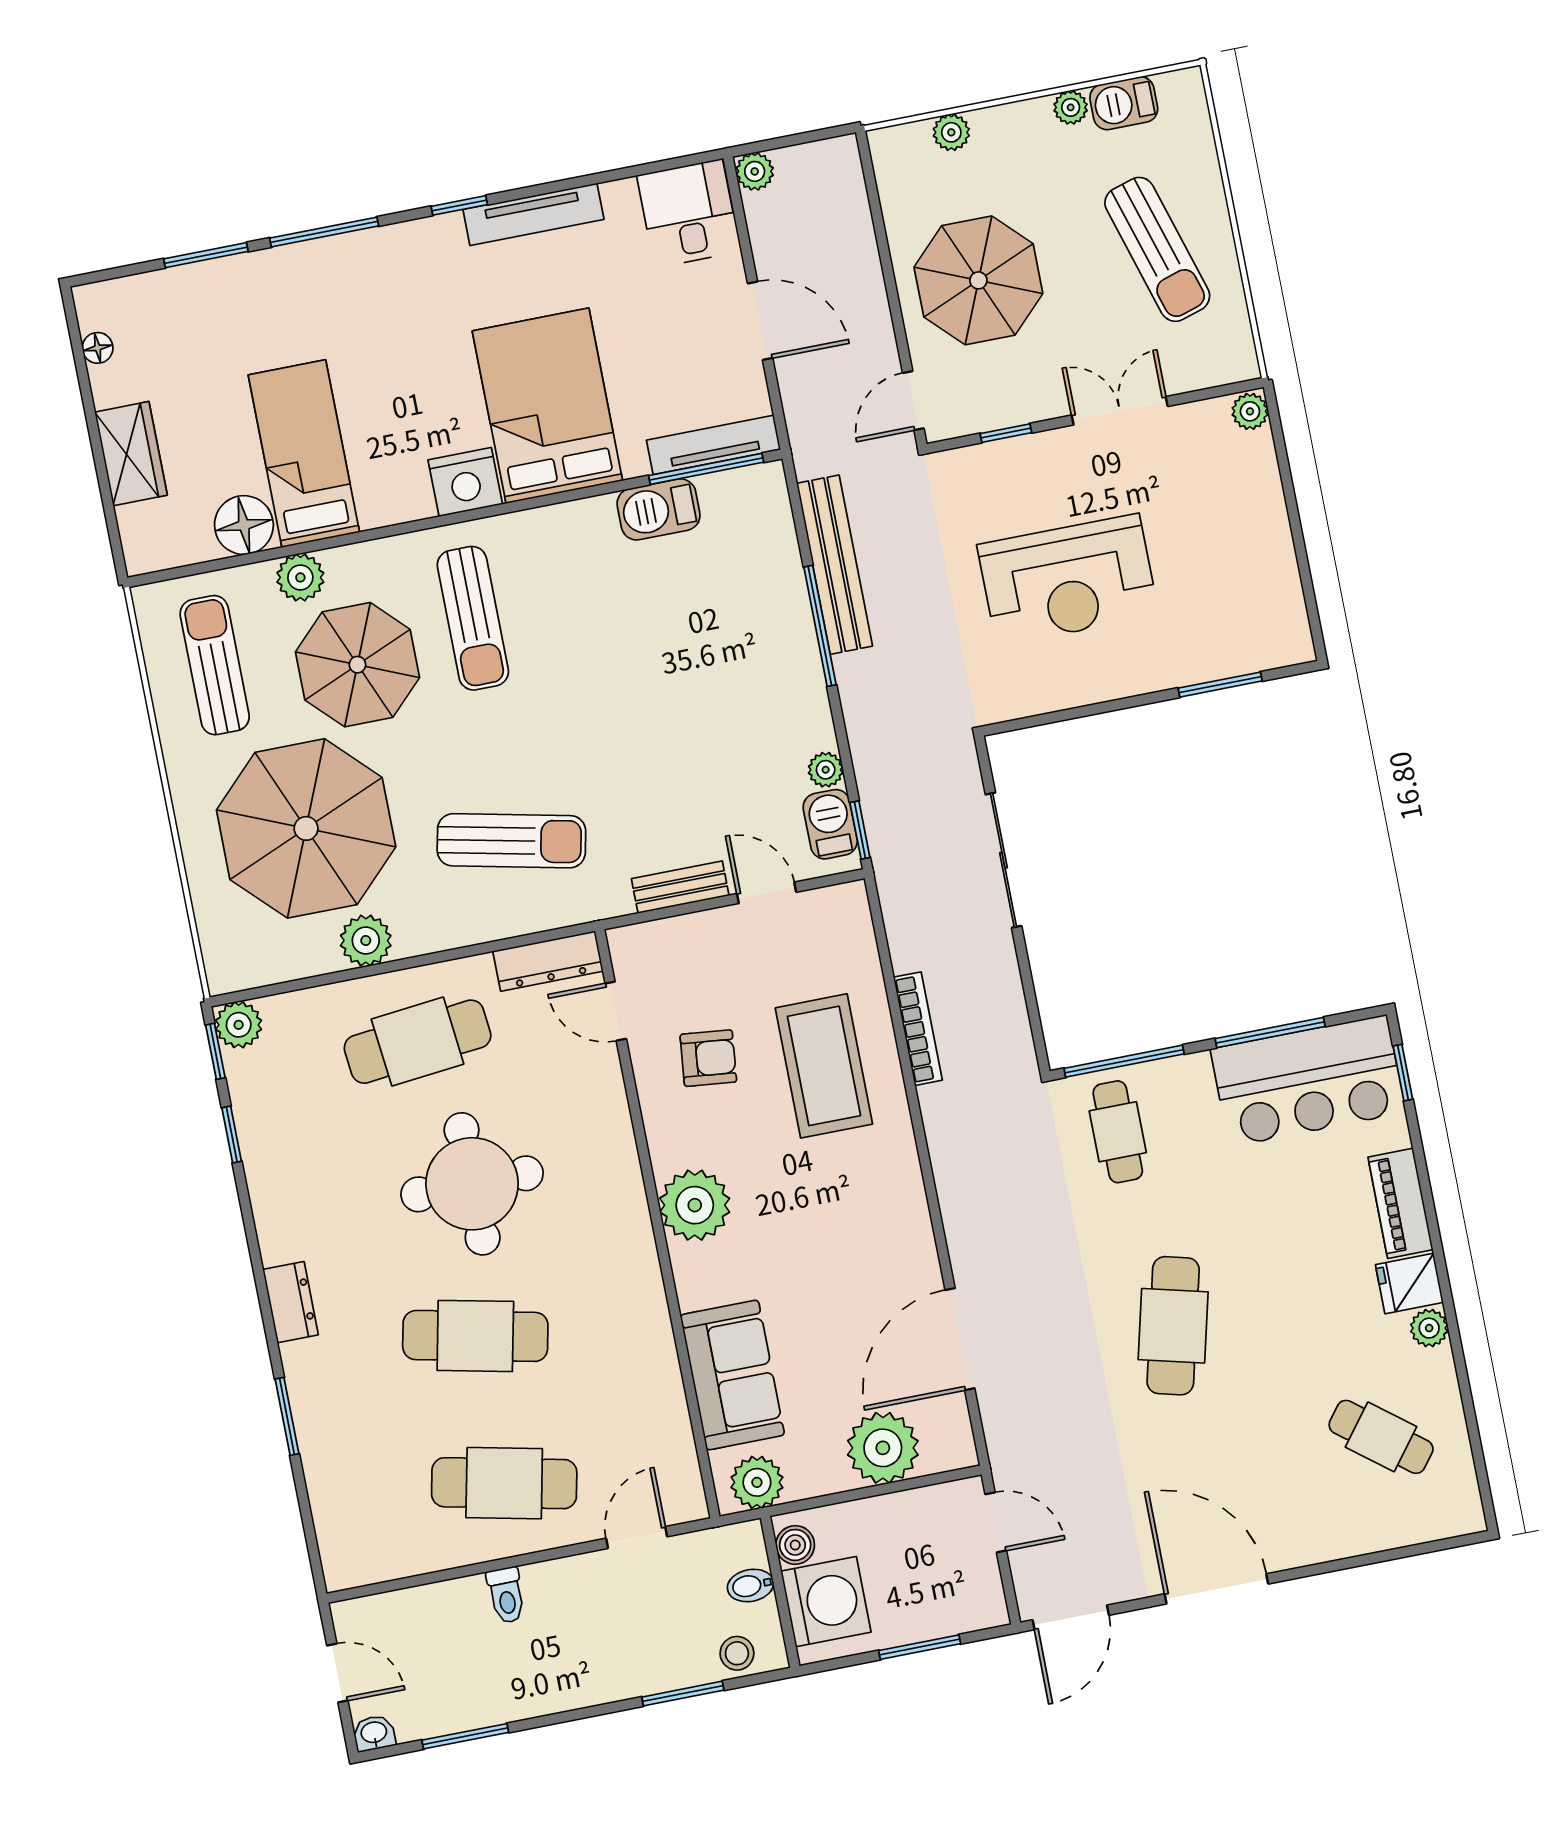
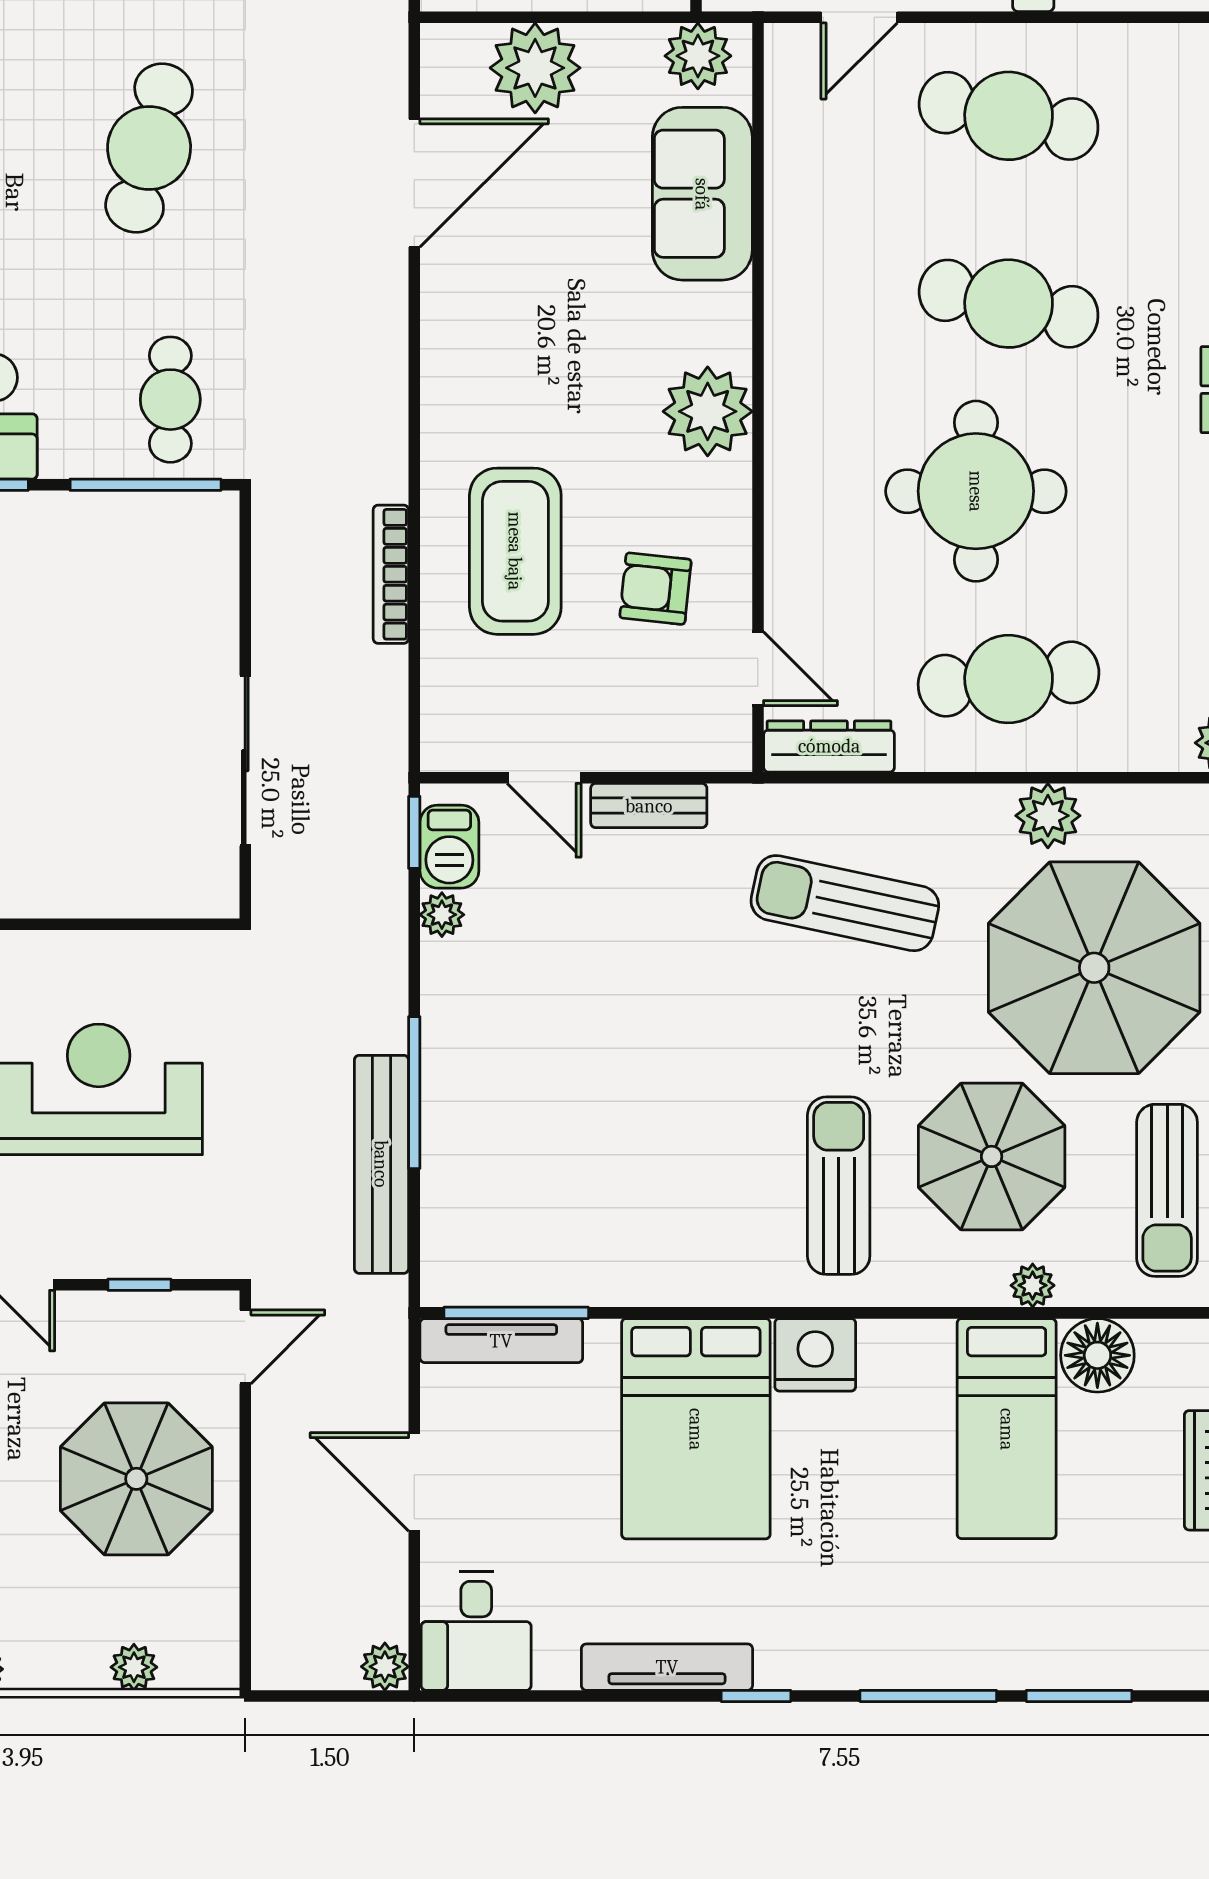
barbecue: (659, 509) -> (584, 1275), removed
plant: (300, 577) -> (1033, 1285), width x0.73, depth x0.73

